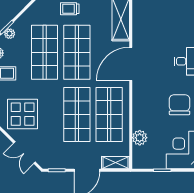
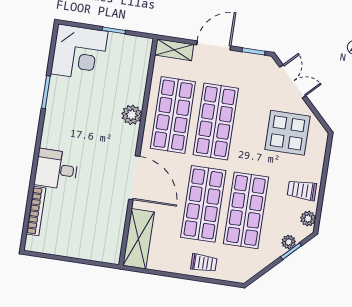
door: (131, 64) -> (134, 178), hinge flipped
chair: (180, 105) -> (78, 114), removed
plant: (140, 138) -> (132, 115), moved

